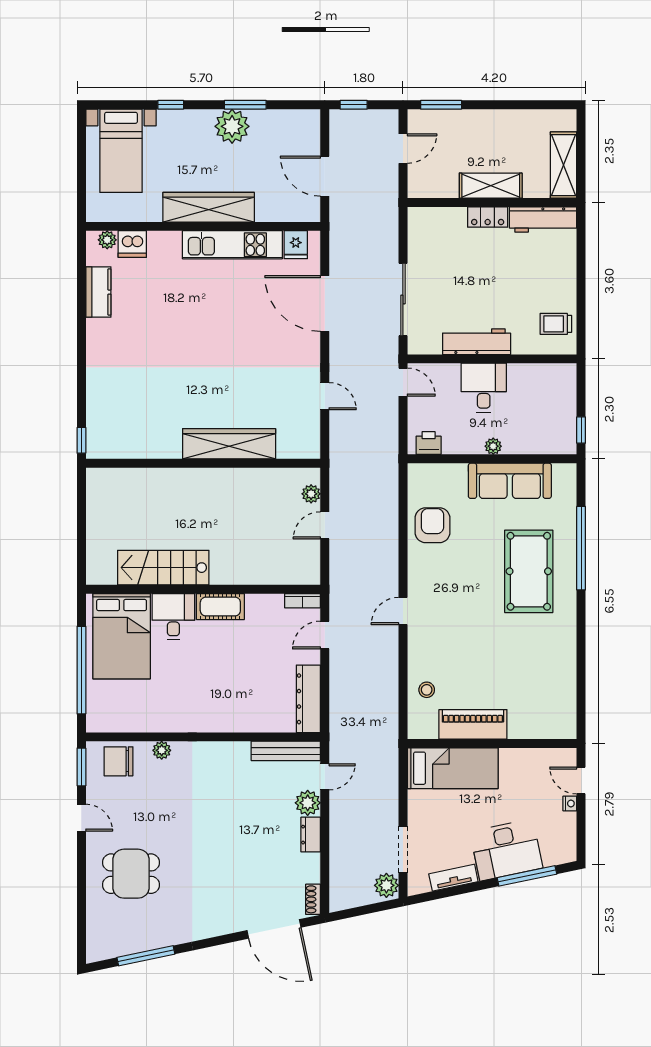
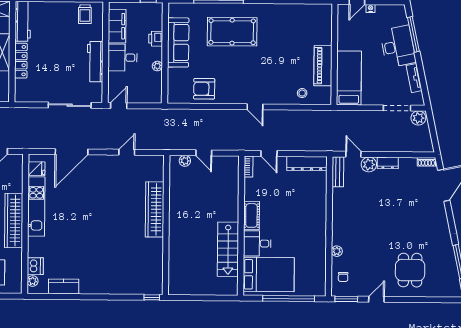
locker: (488, 217) -> (21, 61), width x1.53
filing cabinet: (536, 378) -> (117, 26), added
printer: (429, 443) -> (156, 39), moved
plant: (493, 446) -> (157, 66), moved
bench: (286, 751) -> (338, 172), width x0.73
chair: (118, 761) -> (343, 277), width x0.54, depth x0.54

